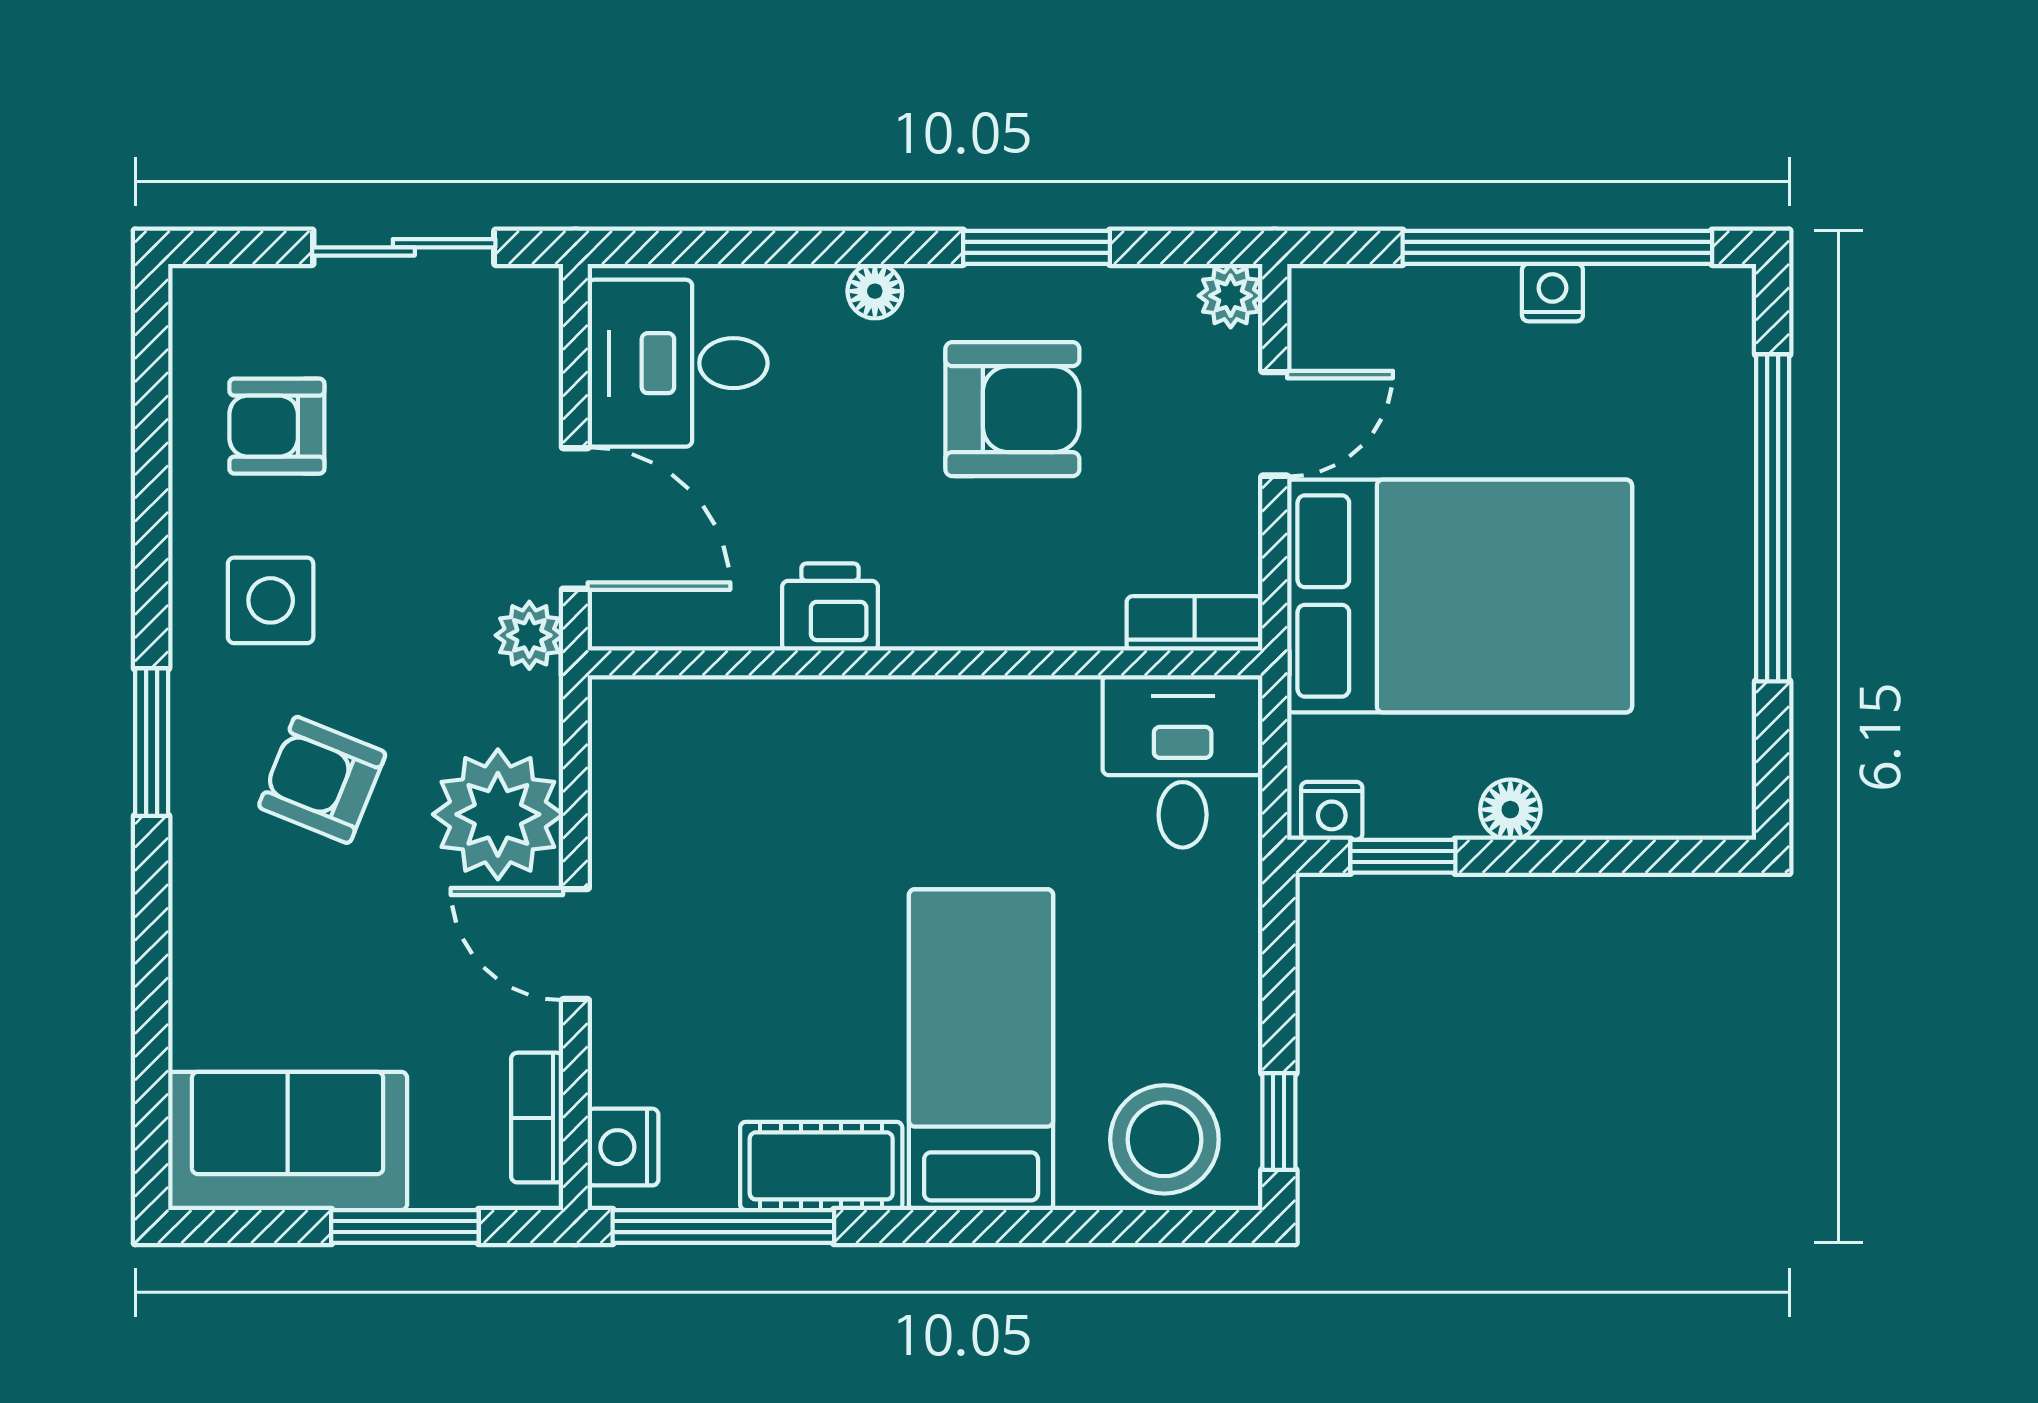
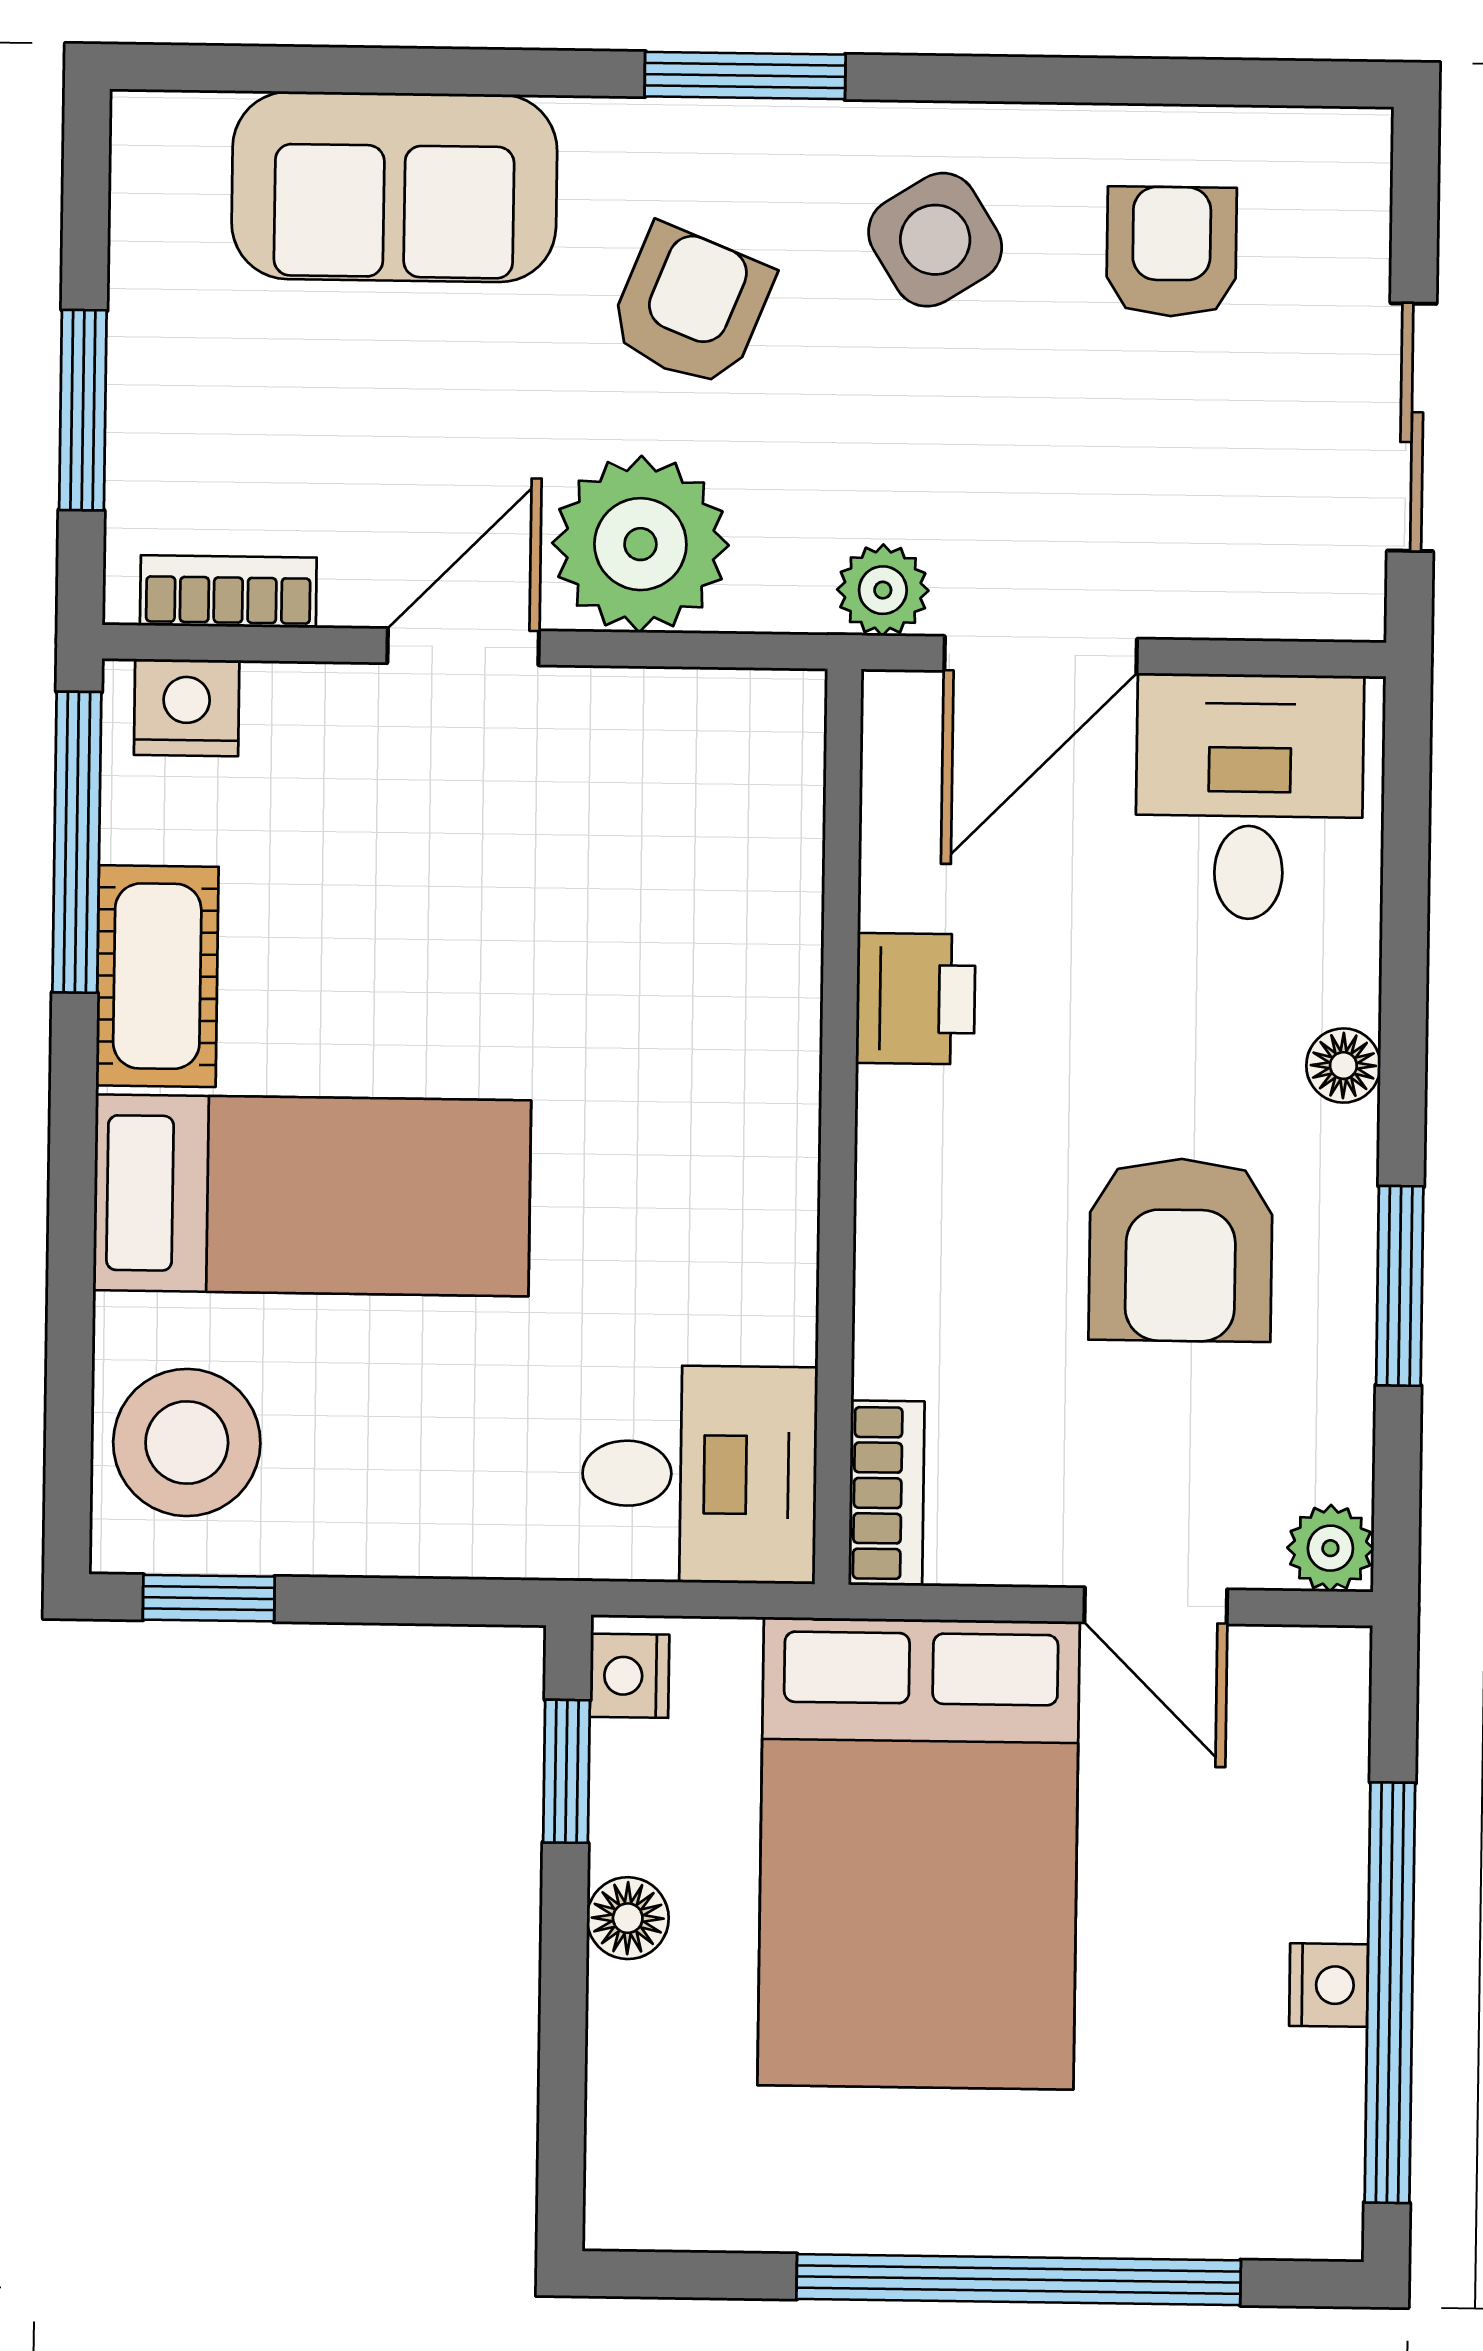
side table: (271, 600) -> (935, 240), turned -32
sofa: (288, 1141) -> (394, 187), moved, turned 90

